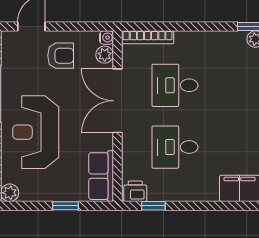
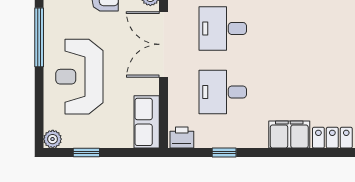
window: (65, 206) -> (86, 153), moved
window: (153, 206) -> (224, 153), moved

